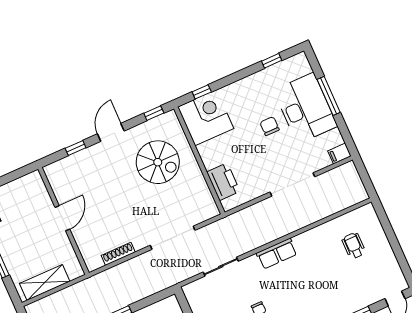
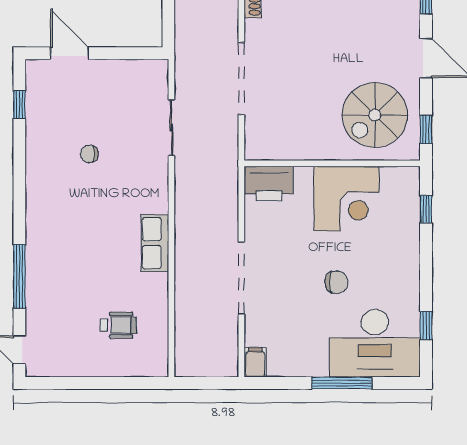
desk: (305, 108) -> (375, 343), moved
corner desk: (206, 118) -> (347, 199), moved
spiral stairs: (158, 162) -> (375, 115), moved
printer: (223, 182) -> (269, 184), moved
row of seats: (277, 254) -> (155, 243), moved

